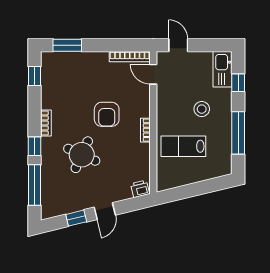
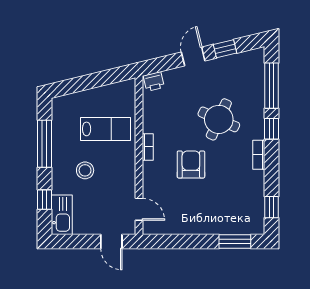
bookcase: (130, 57) -> (165, 229), removed

